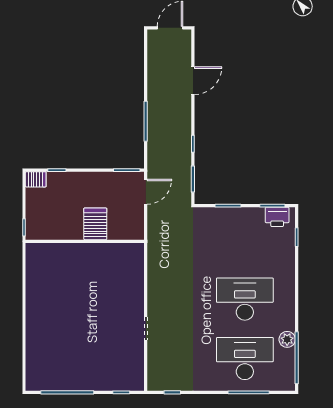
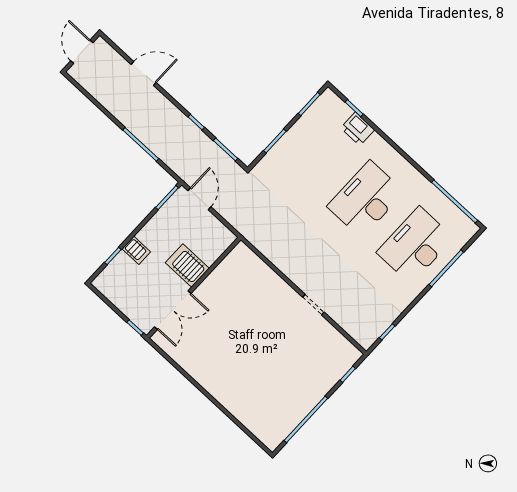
door: (193, 81) -> (144, 73), hinge flipped
server rack: (36, 179) -> (136, 250), moved, turned 90
printer: (277, 217) -> (358, 129), moved, turned 90
double door: (58, 241) -> (173, 310), added
plant: (287, 339) -> (432, 195), removed

